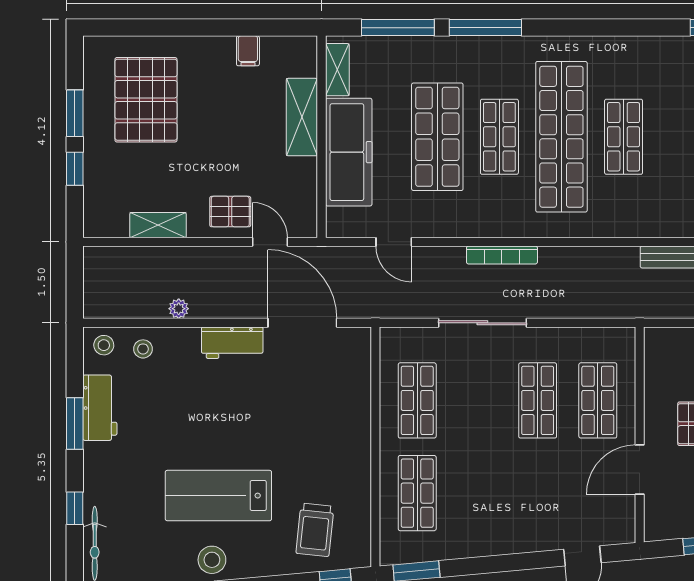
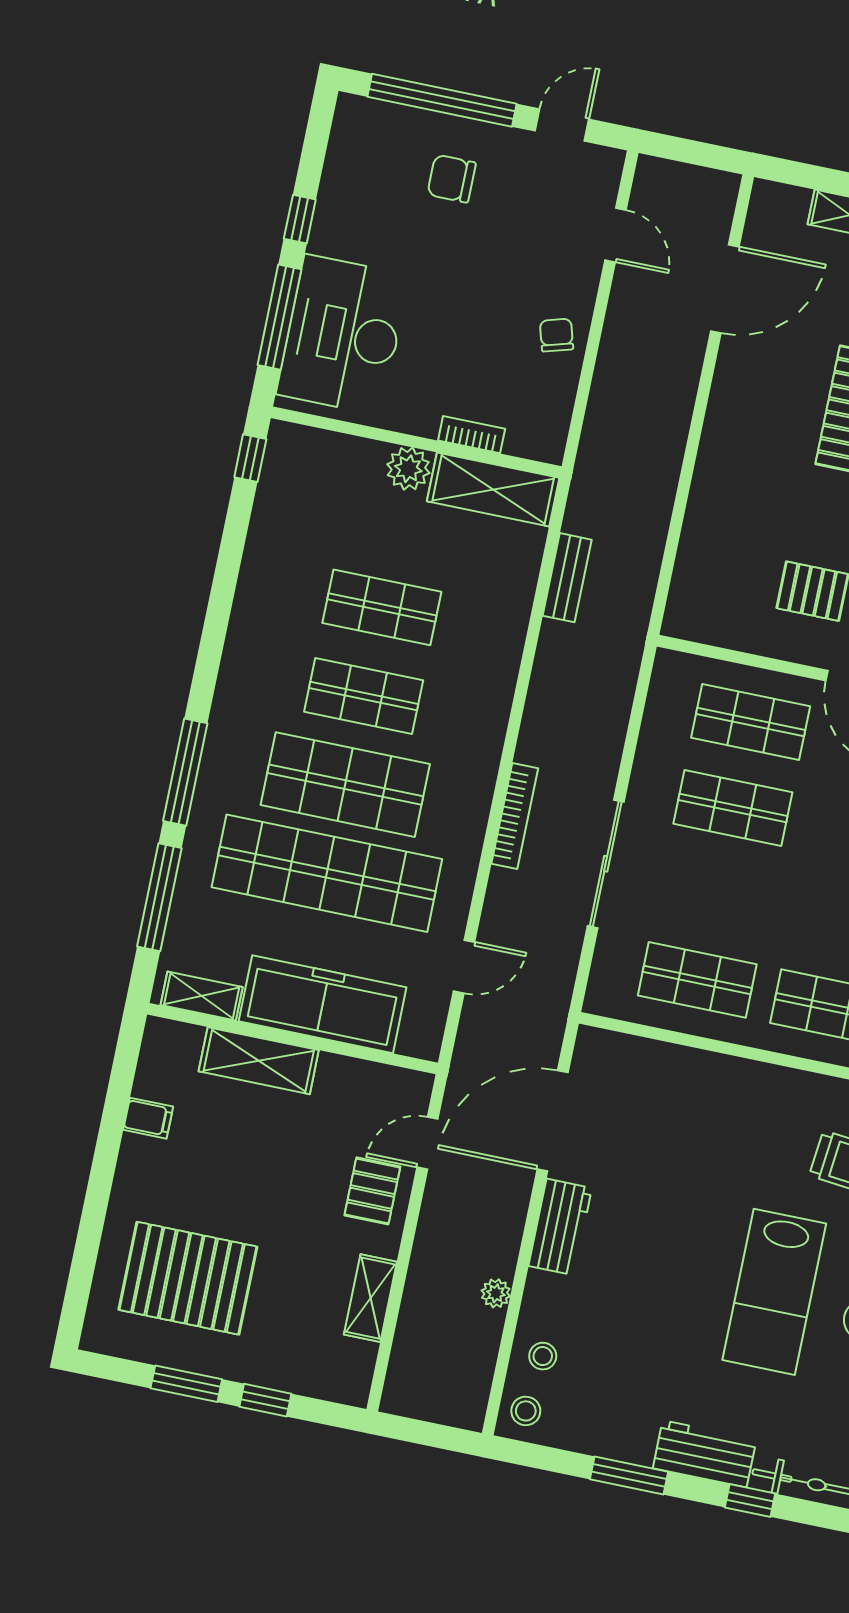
shop shelf: (437, 137) -> (327, 873), width x1.40
shop shelf: (499, 137) -> (345, 785), width x1.43, depth x1.36
shop shelf: (561, 137) -> (364, 696), width x0.50, depth x0.74
workbench: (100, 408) -> (705, 1454), moved

